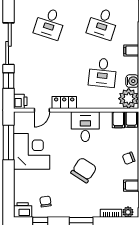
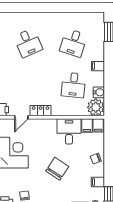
desk: (50, 23) -> (28, 43), turned -42
desk: (85, 127) -> (69, 131), moved

